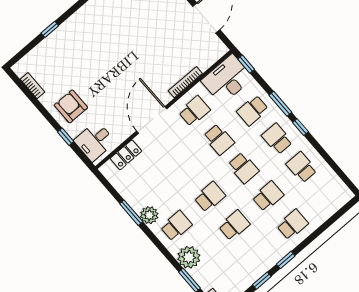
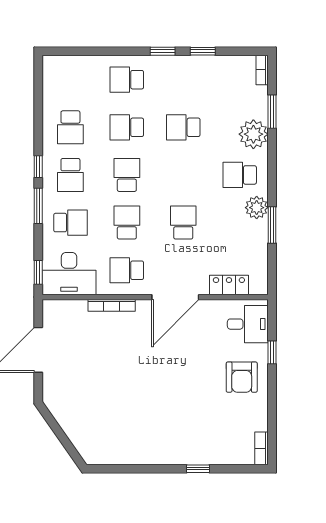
bookcase: (32, 86) -> (261, 448), moved
school desk: (210, 197) -> (183, 223), moved, turned 90

